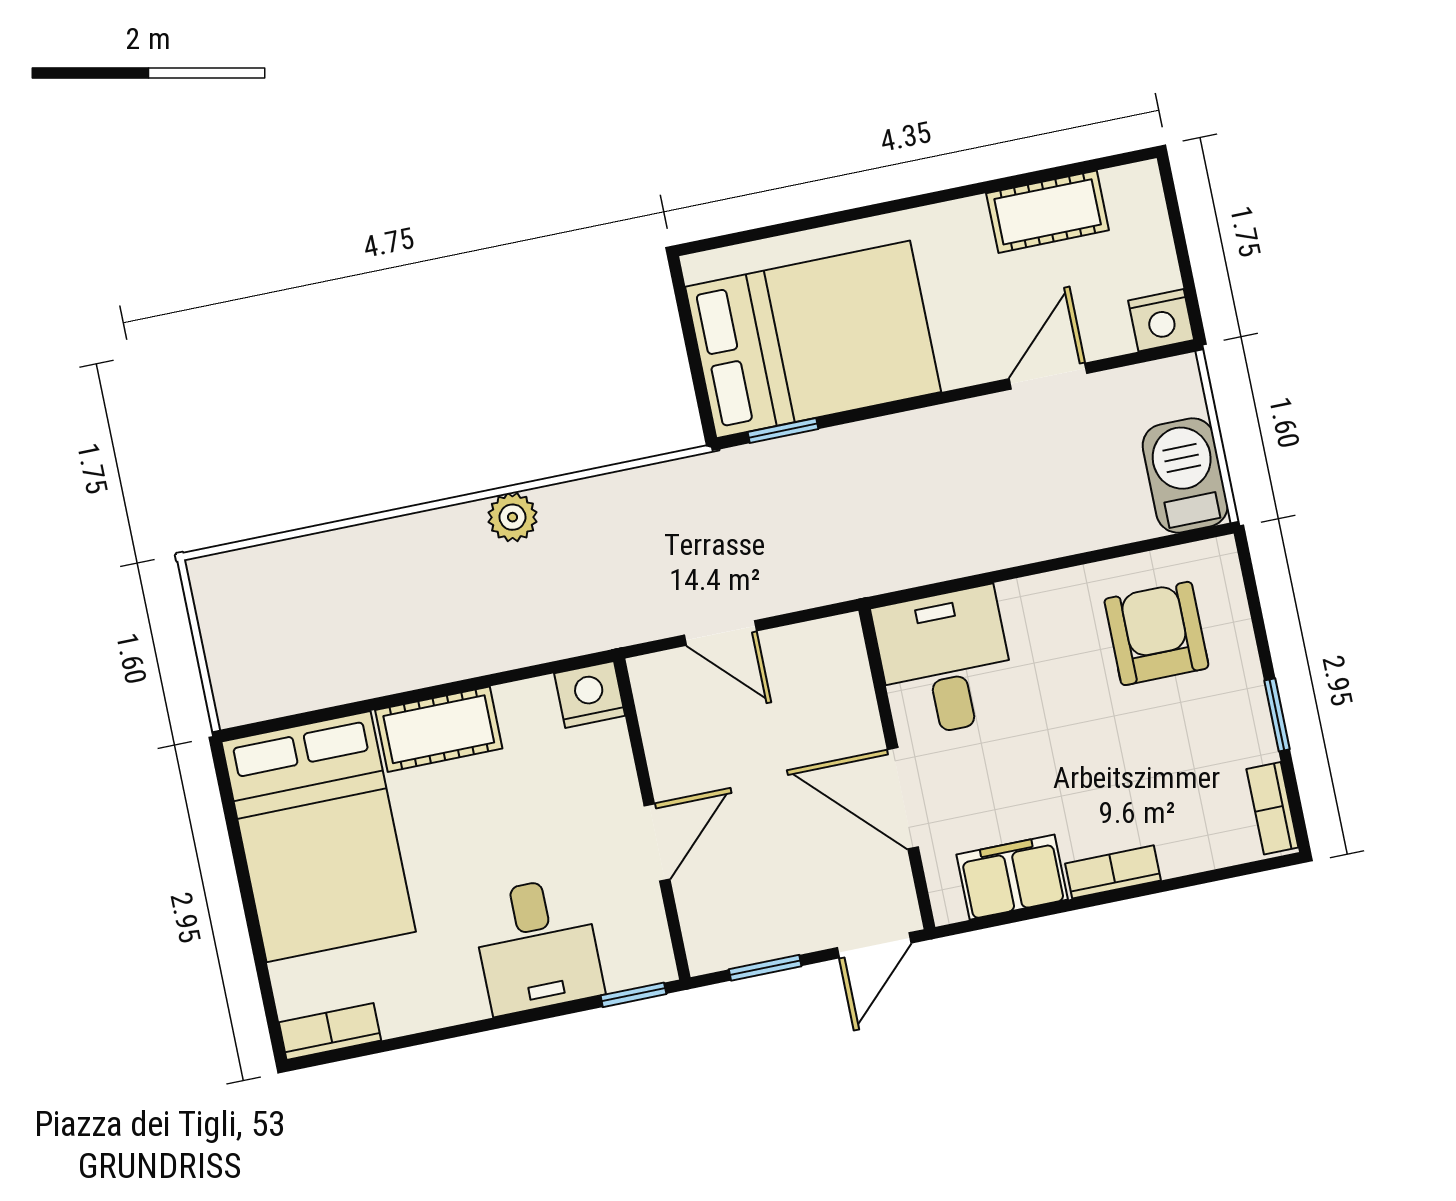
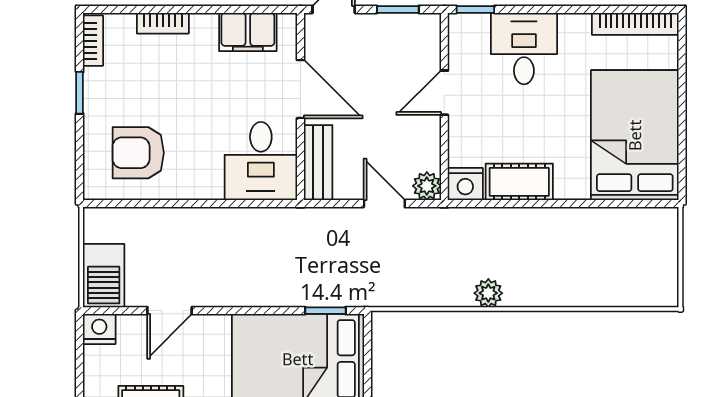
barbecue: (1185, 475) -> (104, 276), moved
armchair: (1156, 633) -> (138, 153), turned 90
plant: (654, 678) -> (427, 186), added
bench: (847, 680) -> (318, 163), added
cot: (439, 729) -> (519, 182), moved
bookcase: (1113, 872) -> (163, 23), moved
bookcase: (330, 1031) -> (635, 24), width x1.56

